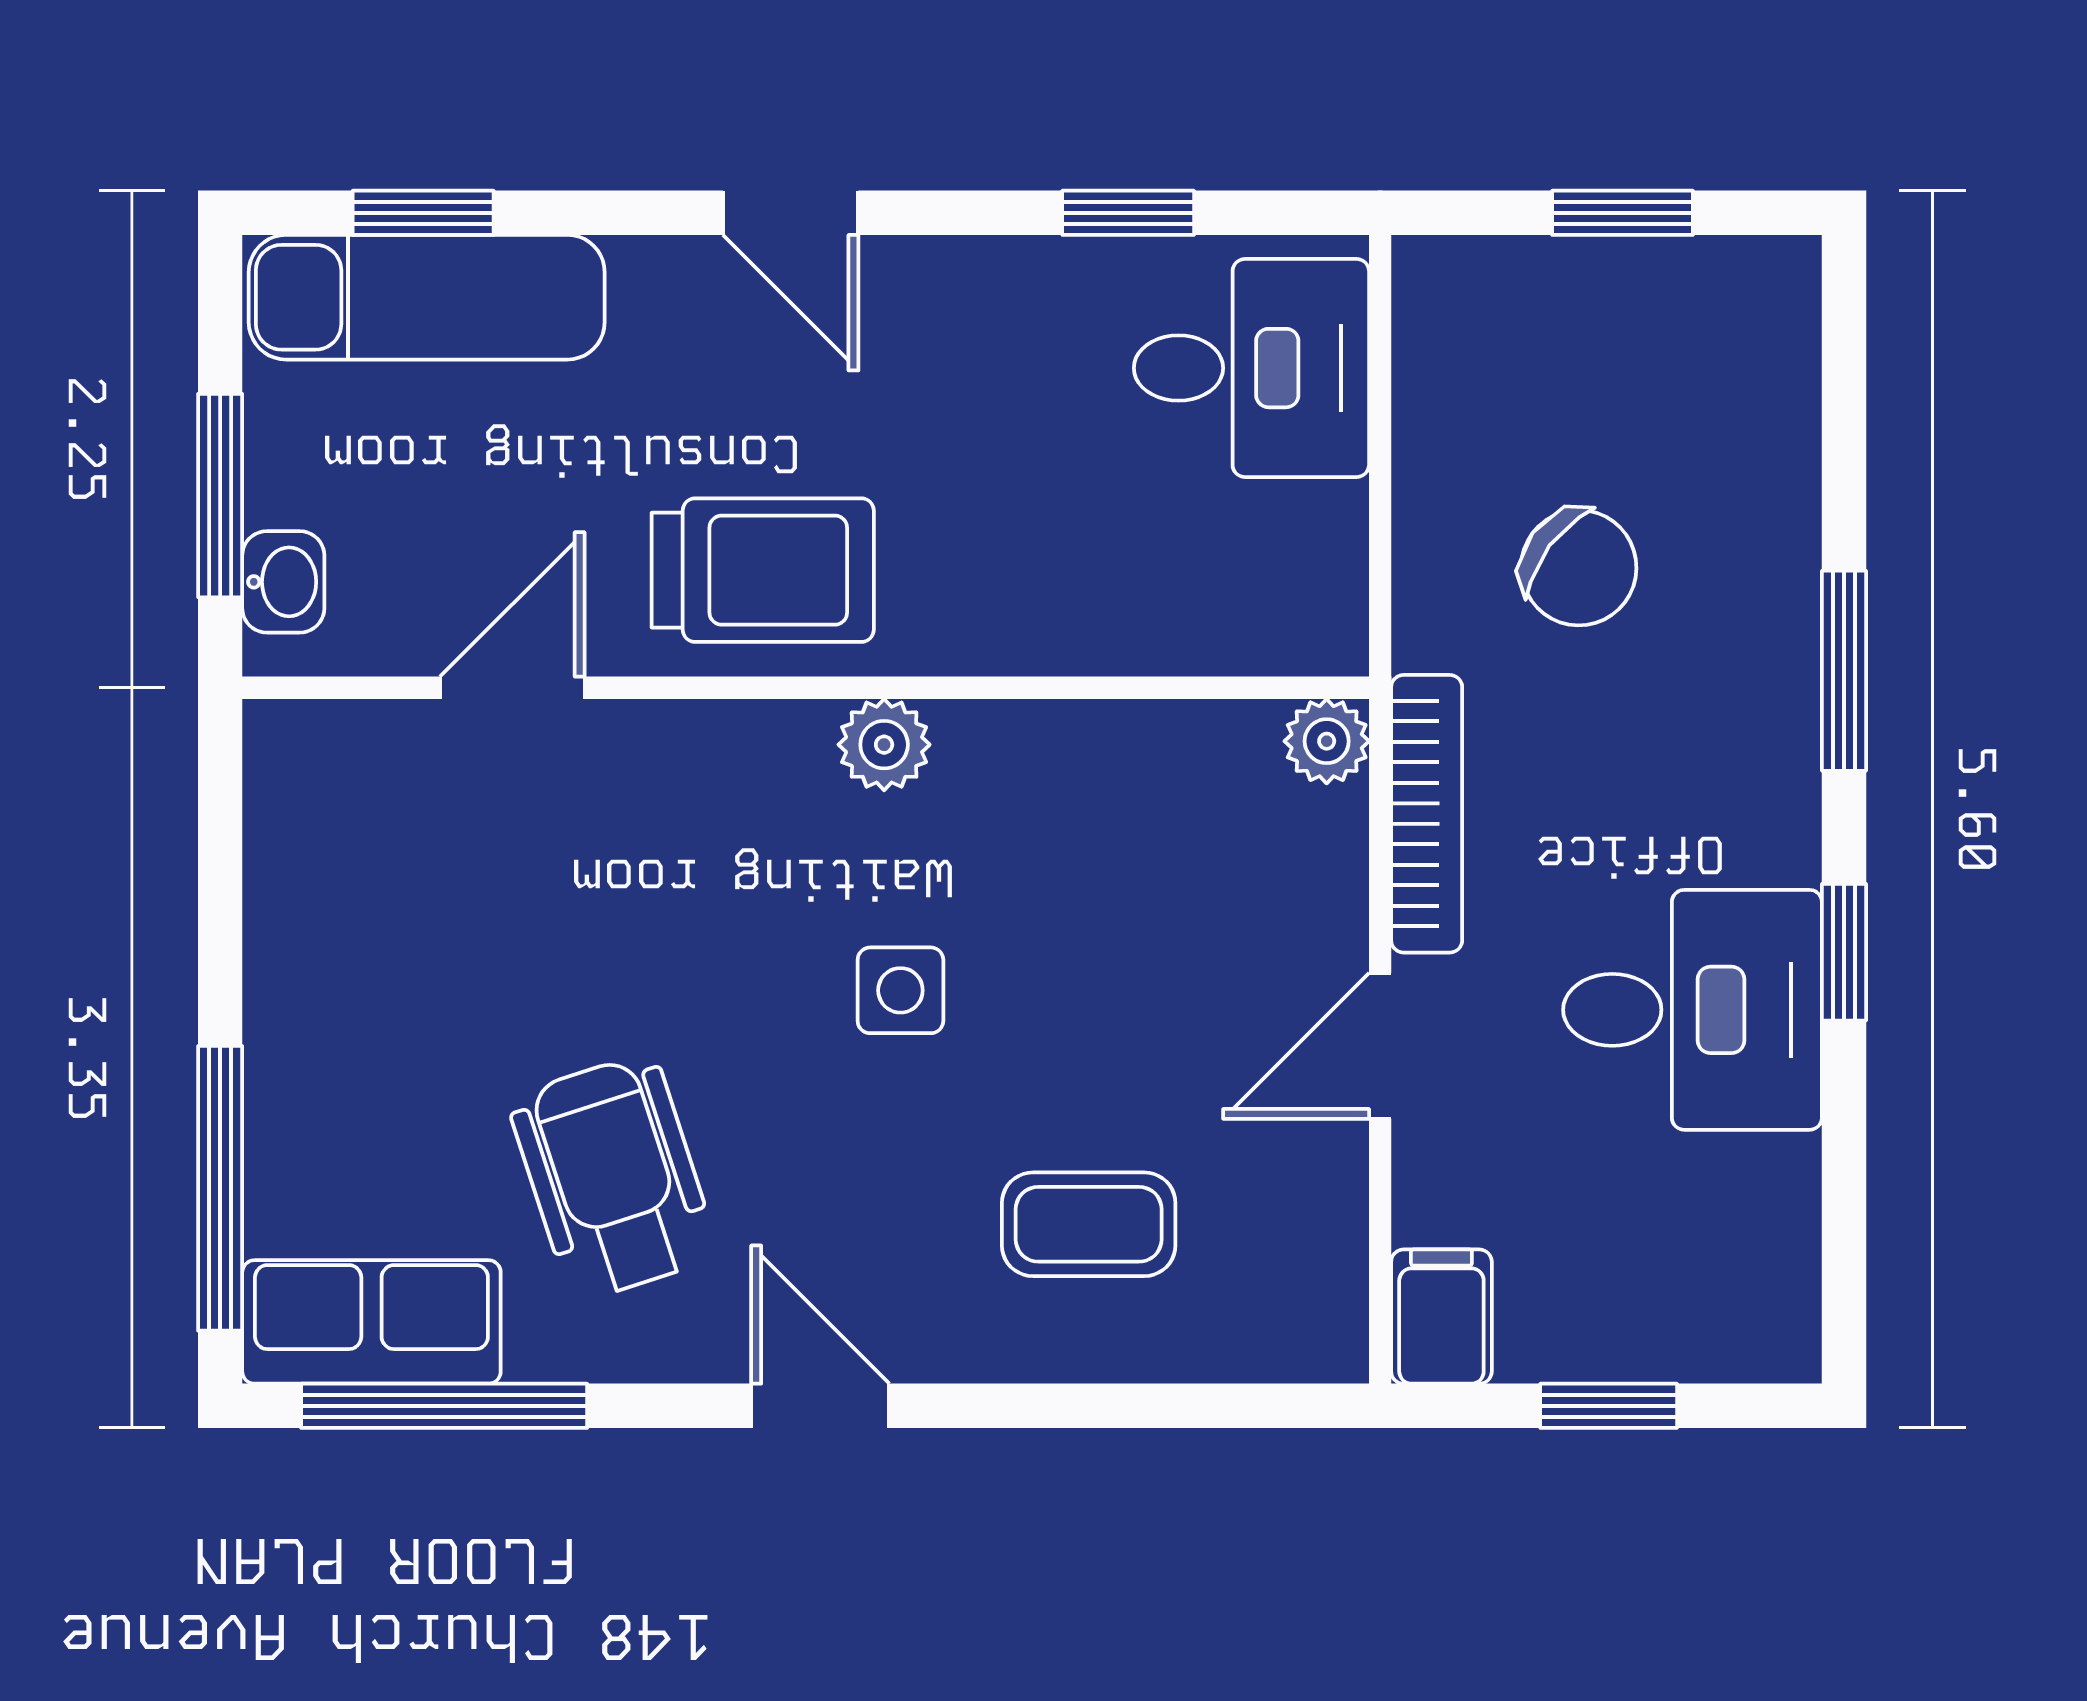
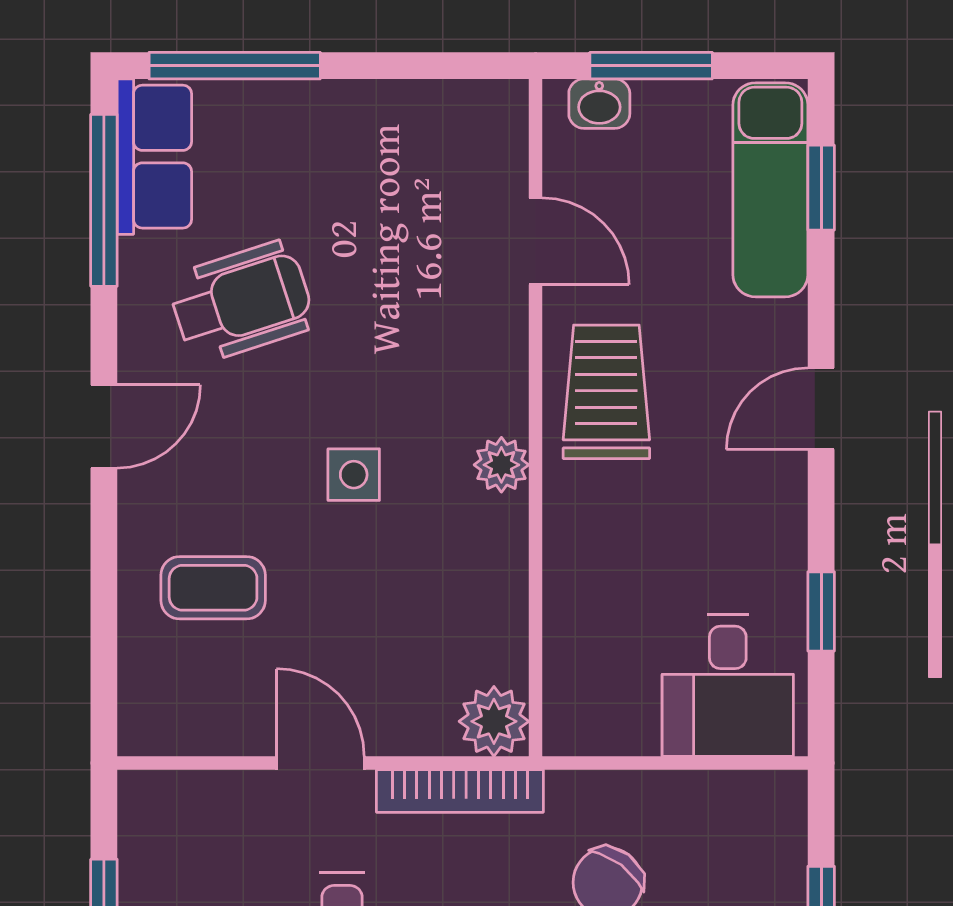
trolley: (763, 570) -> (606, 392), turned 180
plant: (1327, 741) -> (494, 721), width x1.38, depth x1.38
coffee table: (1089, 1224) -> (213, 588), turned 90
filing cabinet: (1441, 1317) -> (158, 800), removed

